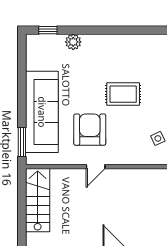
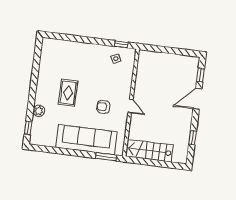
rug: (123, 94) -> (68, 93), moved
armchair: (90, 130) -> (103, 107), width x0.53, depth x0.53

